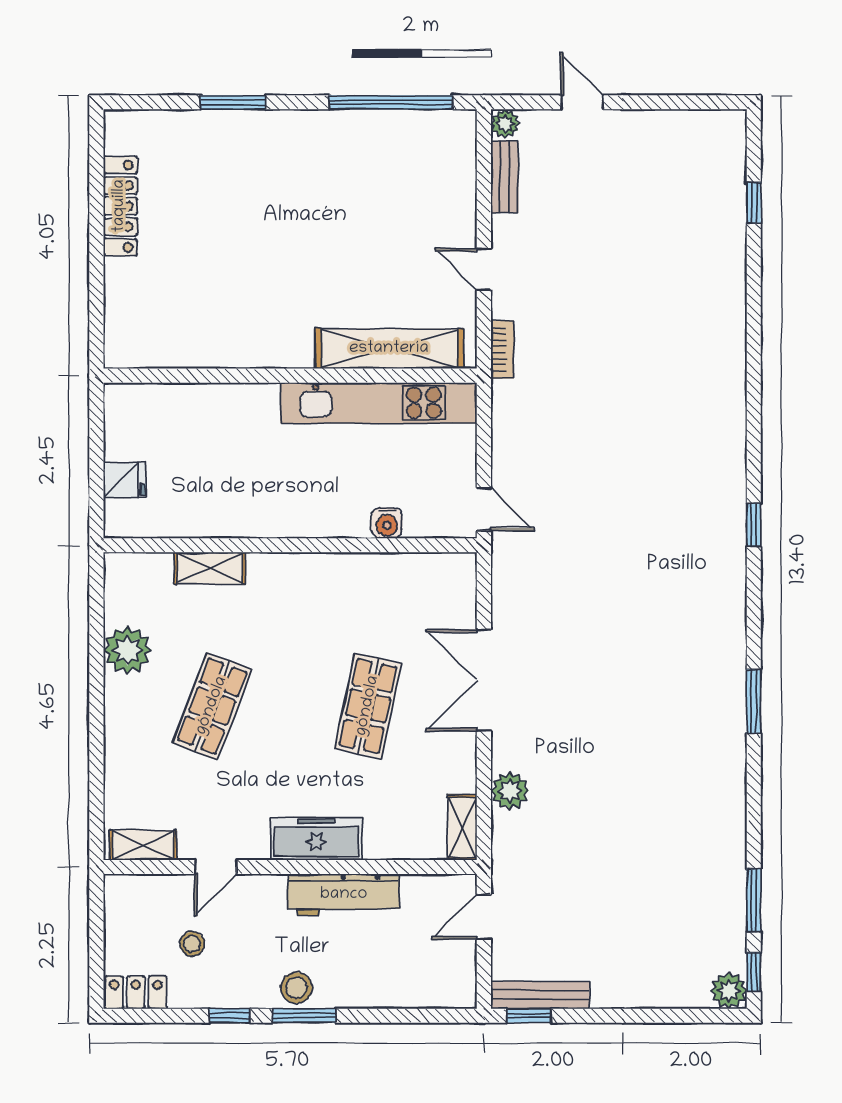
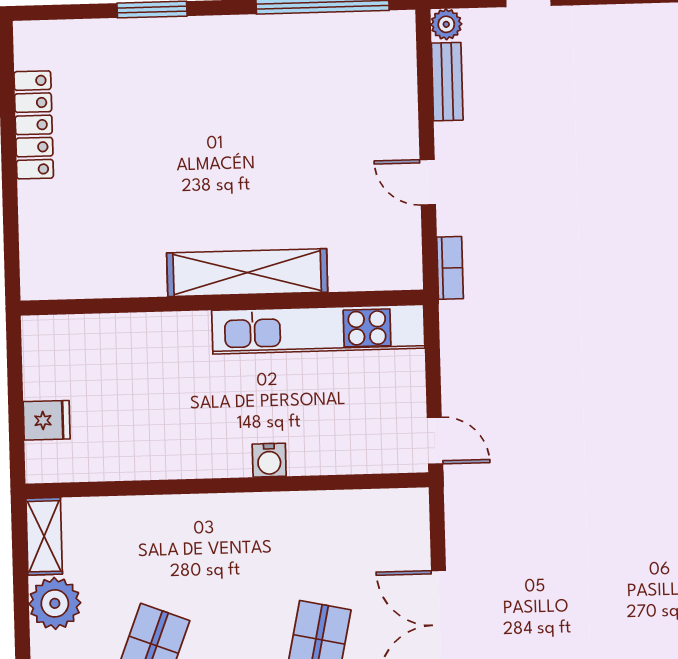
shelving: (389, 349) -> (247, 273), moved
water cooler: (387, 523) -> (269, 460), moved
shelving: (210, 568) -> (44, 536), moved, turned 90

